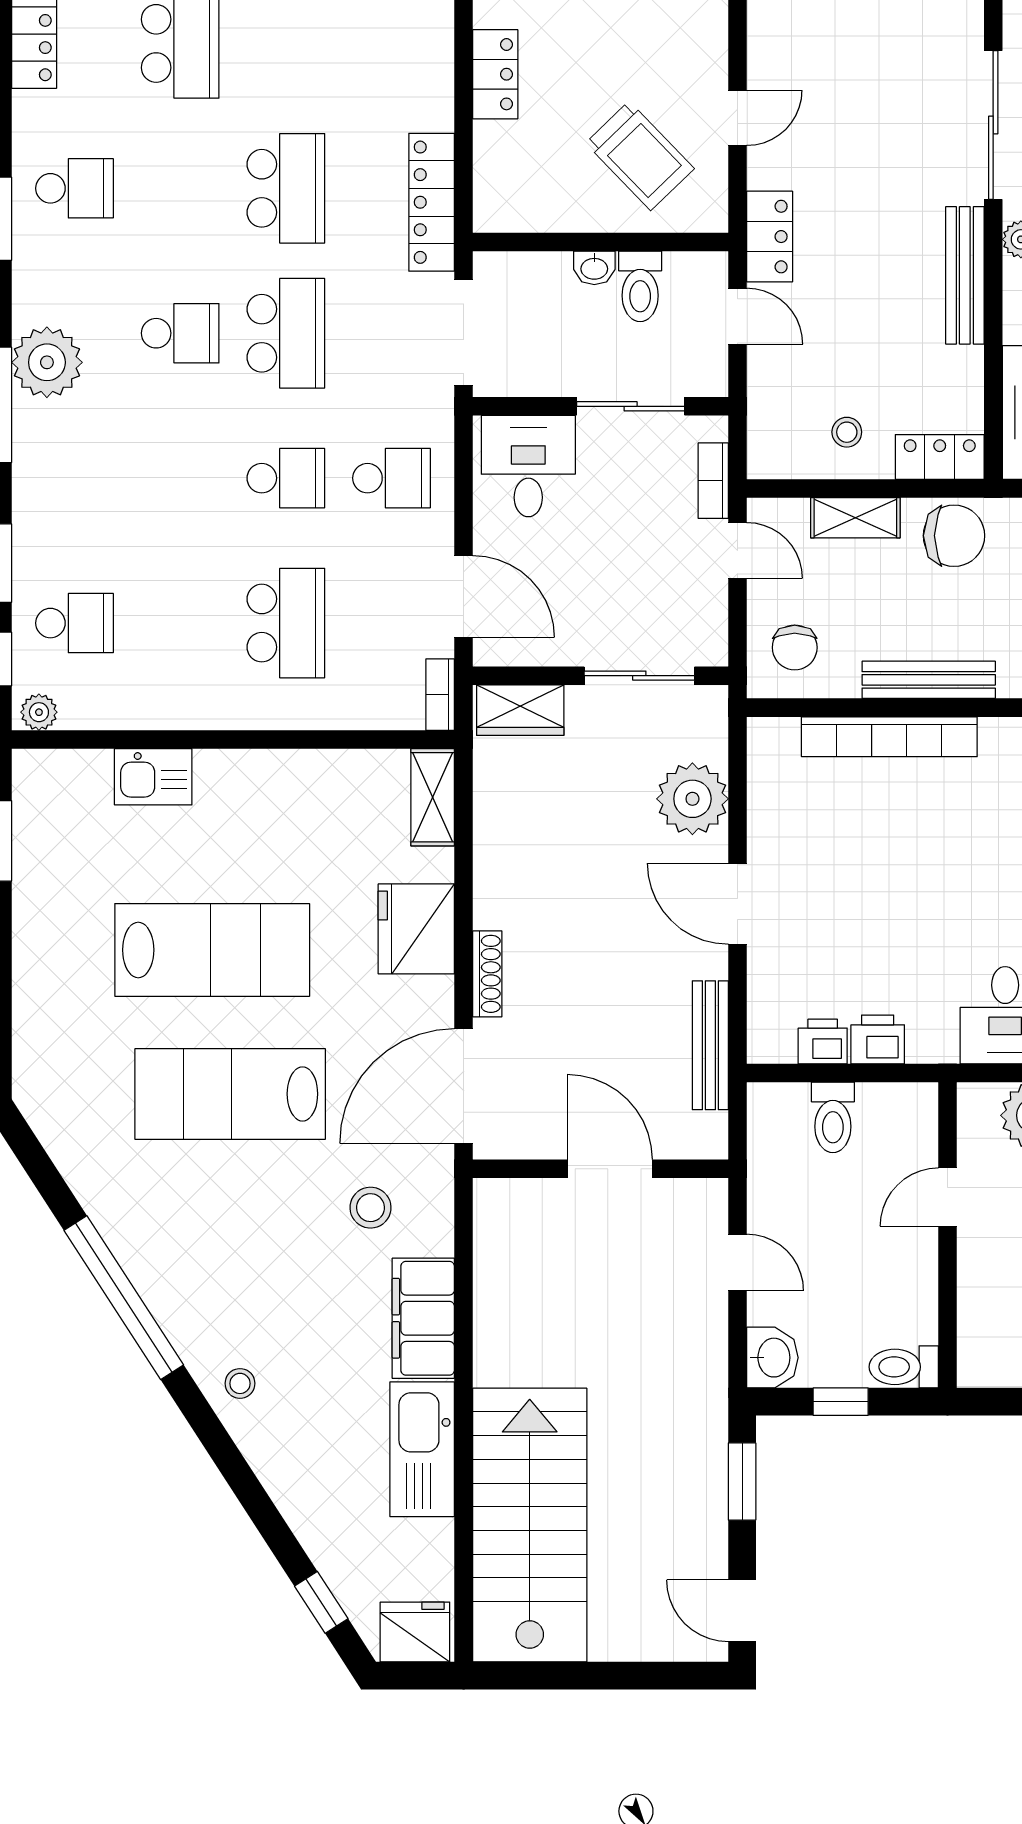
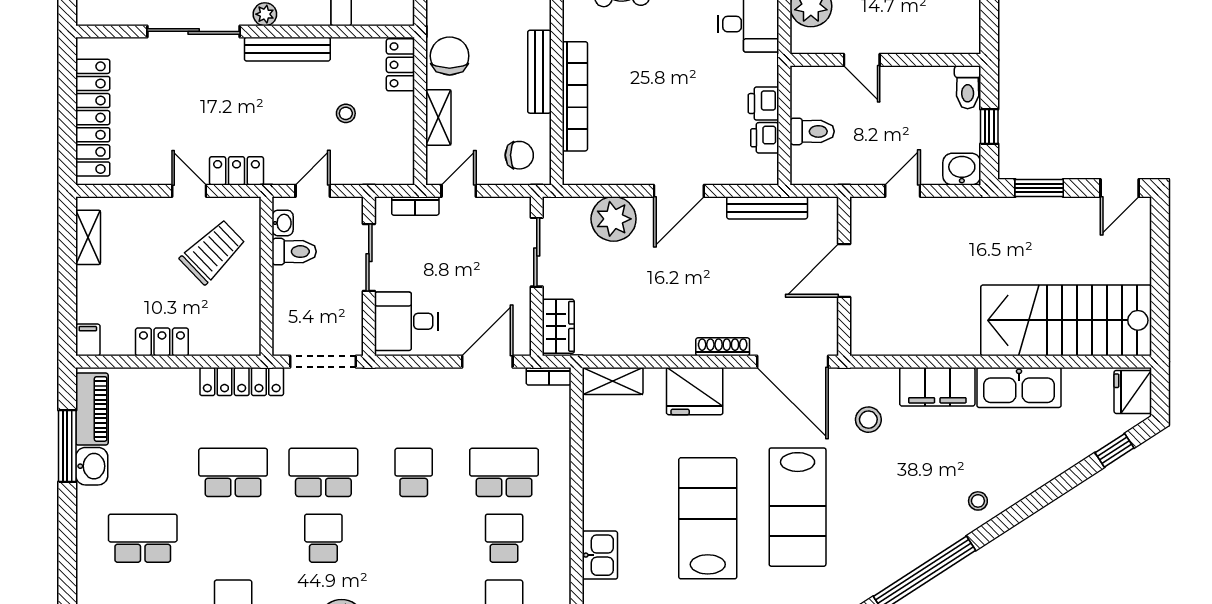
locker: (770, 237) -> (237, 171), moved
washbasin: (594, 268) -> (283, 223), moved
stool: (847, 432) -> (346, 113), moved
school desk: (392, 478) -> (504, 538), moved

